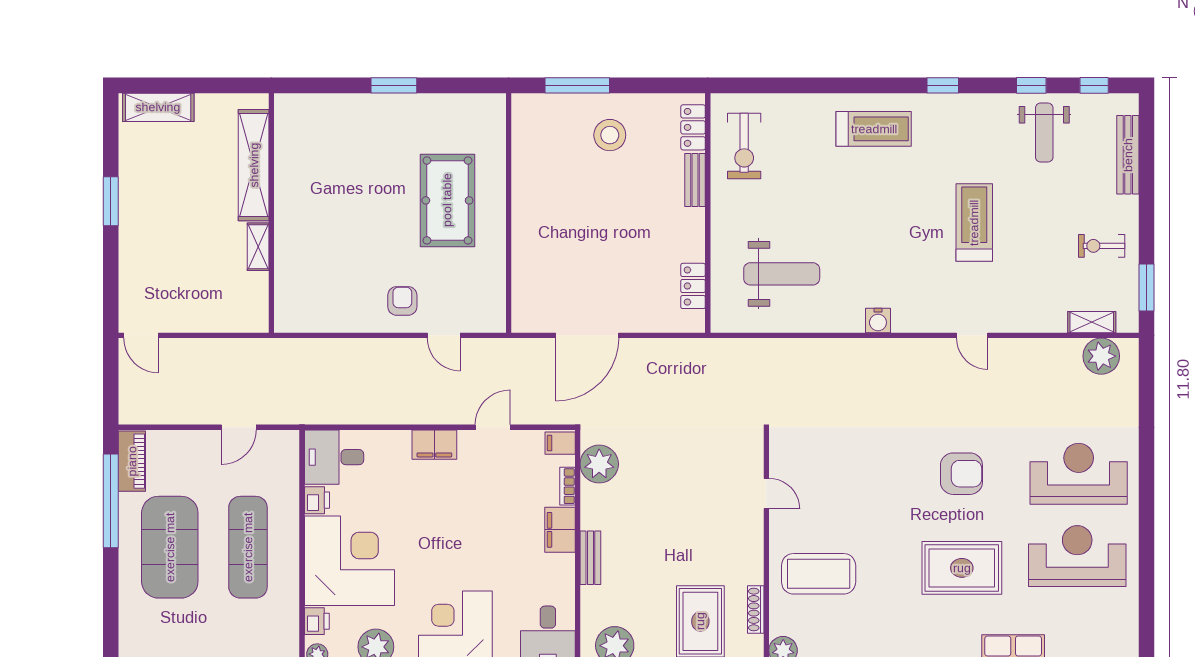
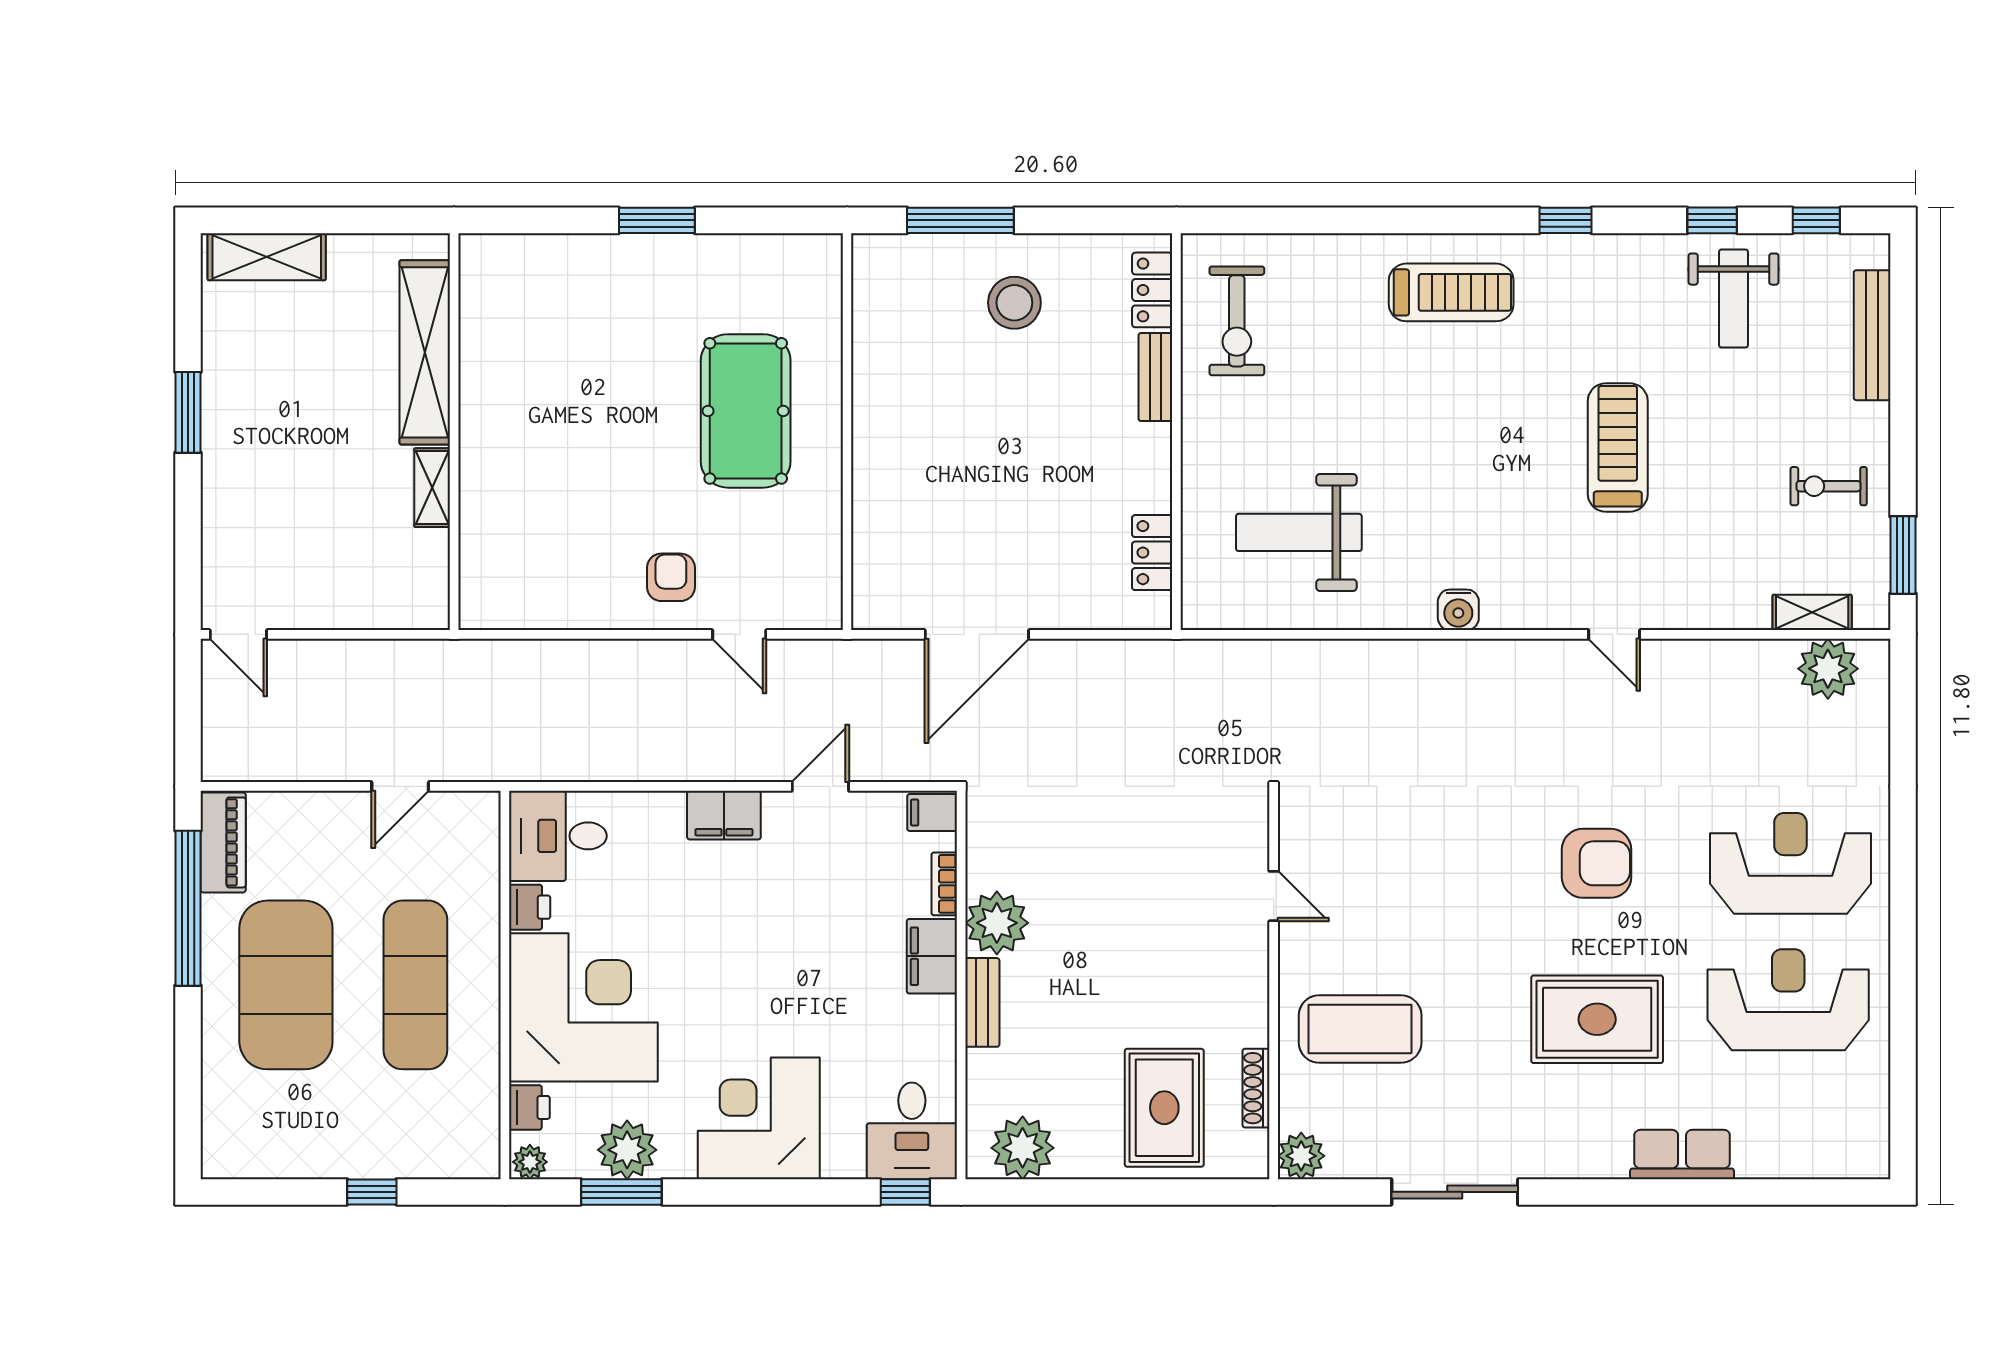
weight bench: (782, 274) -> (1299, 532), turned 180
plant: (599, 464) -> (997, 923), moved

